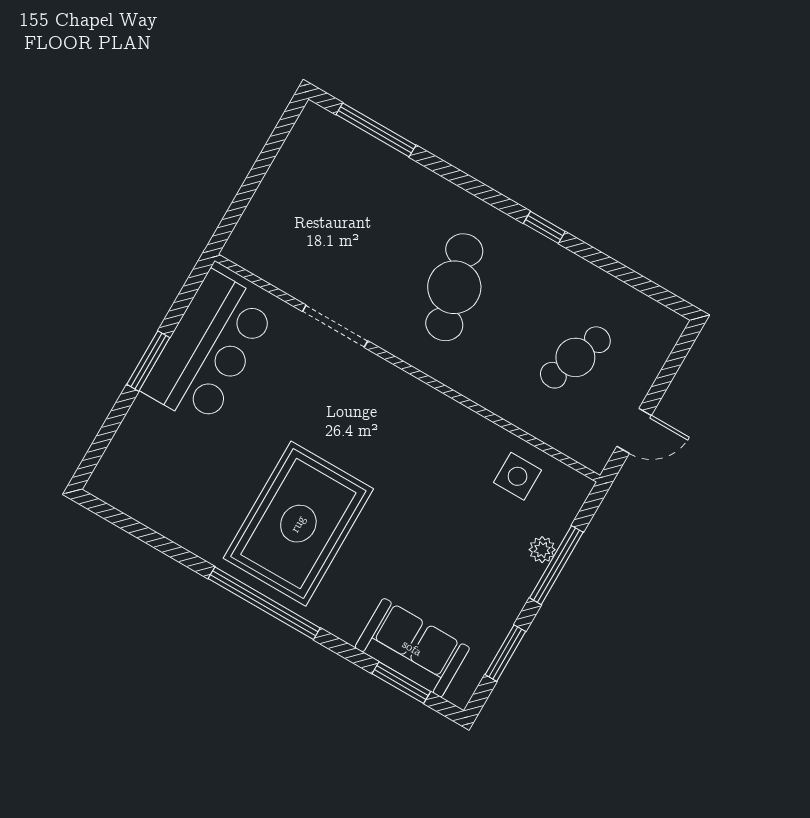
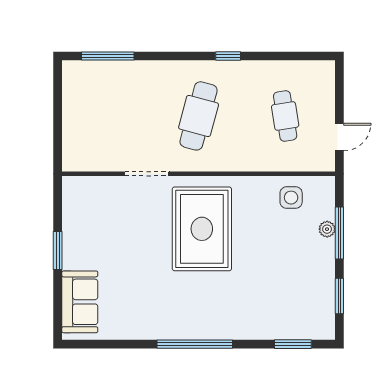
cafe table: (454, 287) -> (199, 116), turned 30
bar counter: (209, 349) -> (86, 225), removed
cafe table: (575, 357) -> (285, 116), turned -30
rug: (298, 524) -> (202, 229), moved
sofa: (412, 648) -> (80, 302), moved, turned 90

